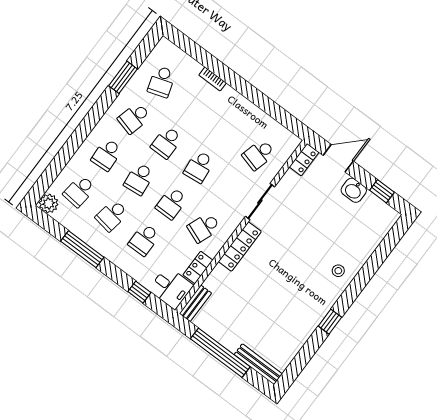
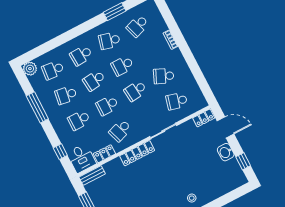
school desk: (226, 130) -> (164, 76), added
school desk: (204, 228) -> (120, 130), turned -39

